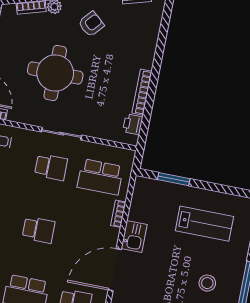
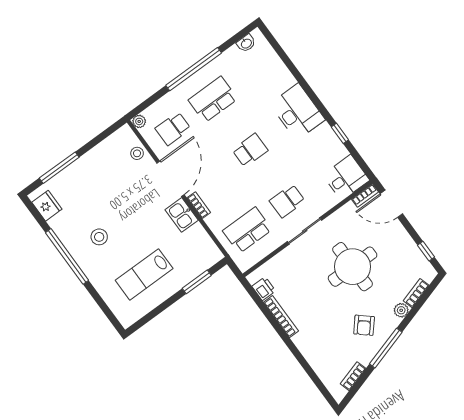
bookcase: (118, 214) -> (199, 205), moved
school desk: (39, 230) -> (250, 150), turned 180

